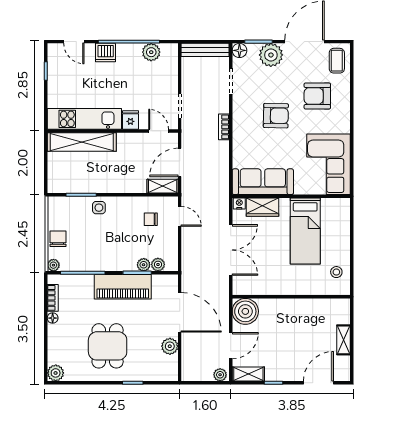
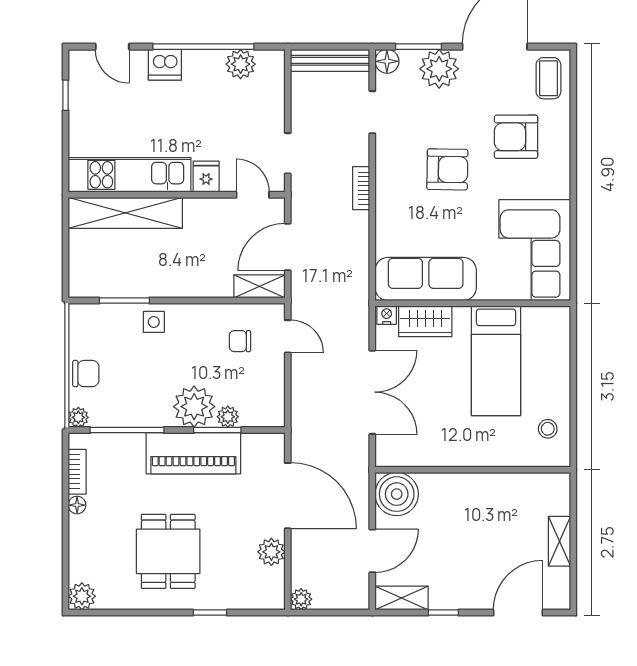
chair: (58, 239) -> (86, 374), turned 90
plant: (158, 265) -> (194, 407), moved, width x1.88, depth x1.88
plant: (220, 375) -> (301, 599), moved

